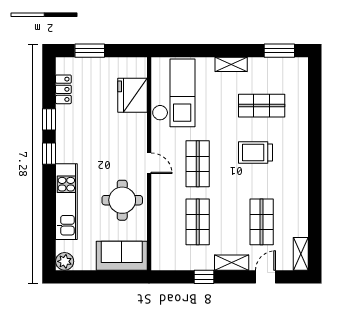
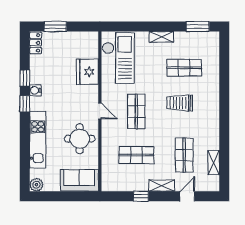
locker: (63, 89) -> (35, 43), moved
fridge: (133, 95) -> (87, 72), moved
water cooler: (63, 136) -> (35, 90), added
shop shelf: (198, 222) -> (136, 155), turned 90
shelving: (301, 254) -> (214, 163), moved

